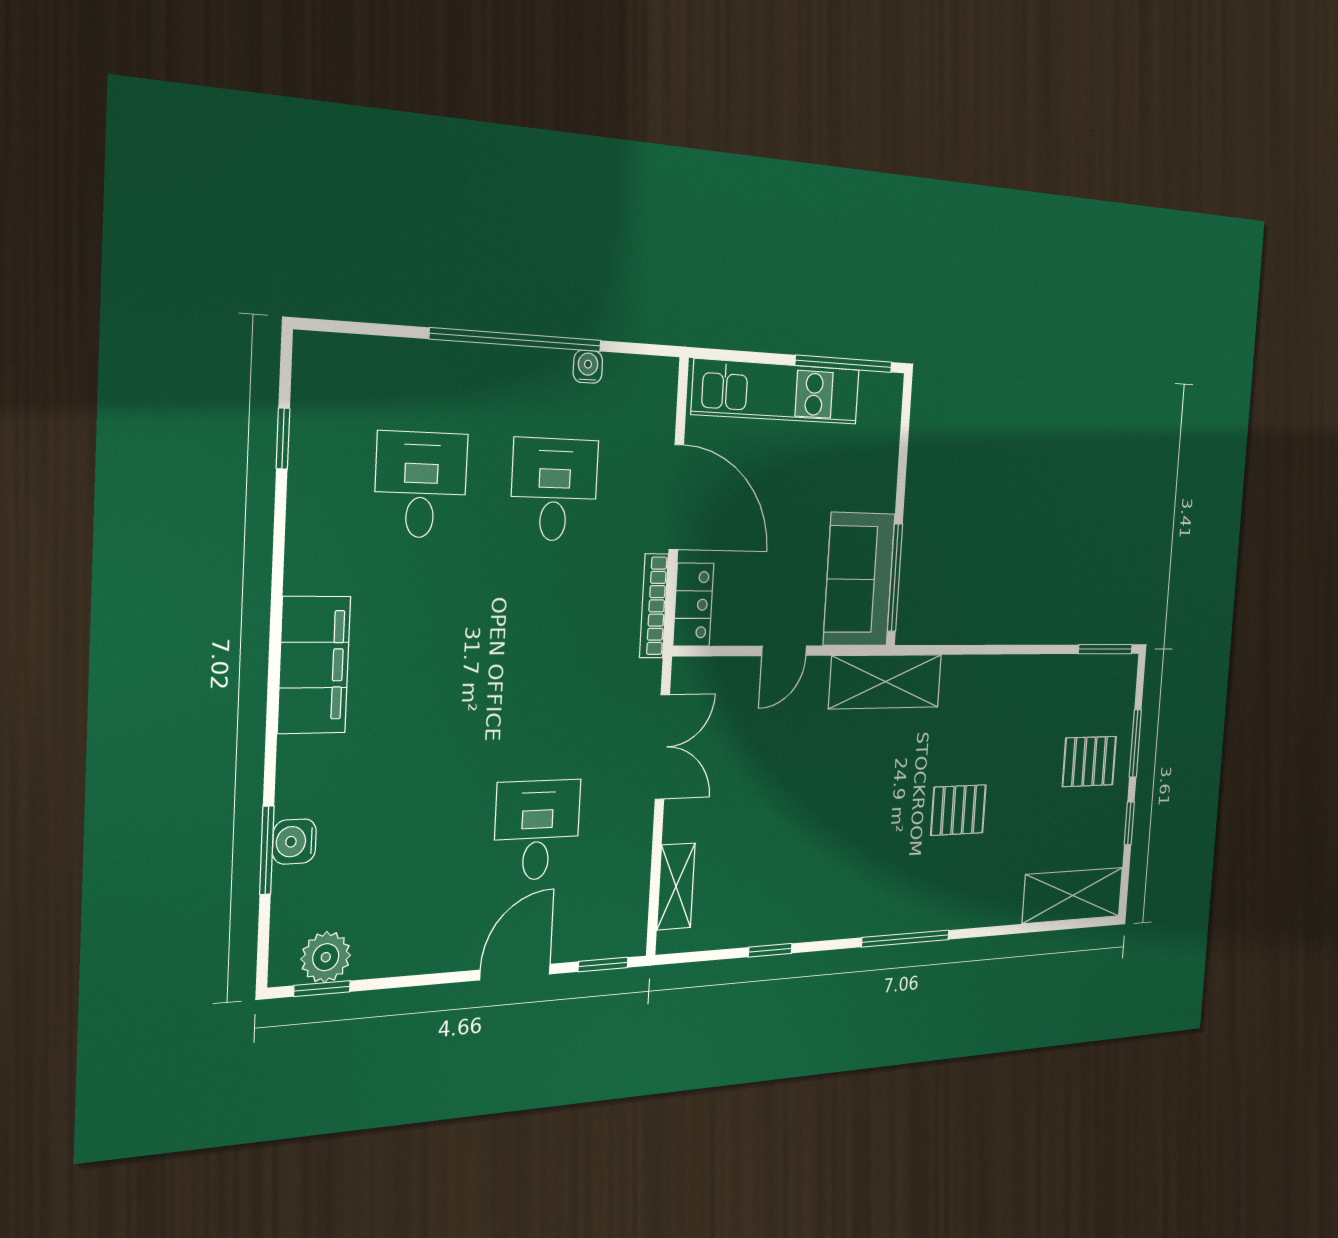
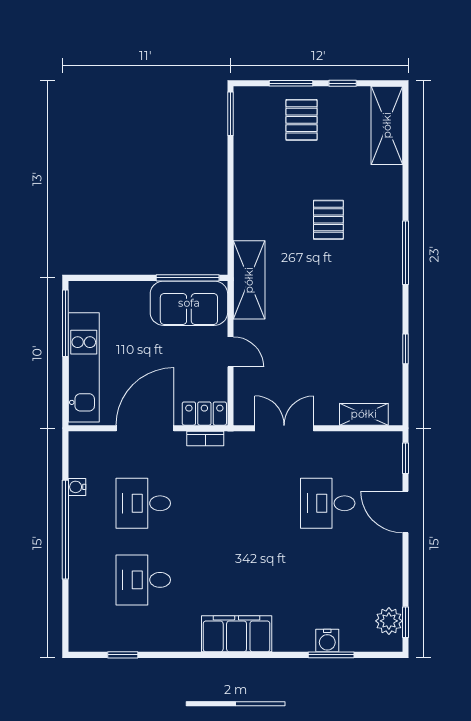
bookcase: (654, 606) -> (205, 439), width x0.64

